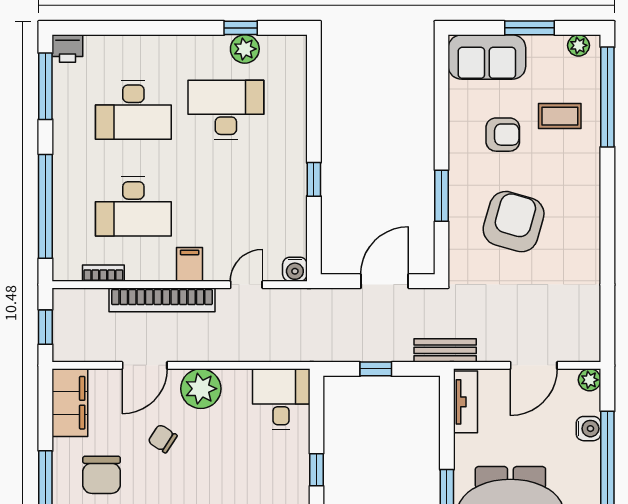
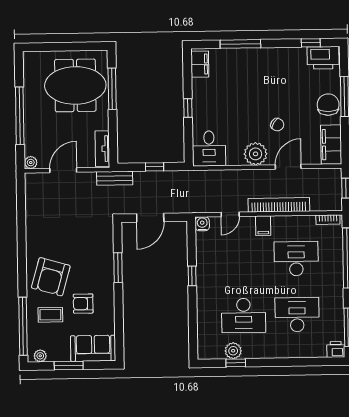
armchair: (514, 222) -> (51, 277), moved
bookcase: (103, 273) -> (328, 220), moved
water cooler: (588, 429) -> (31, 134), removed
chair: (102, 475) -> (328, 105), moved

